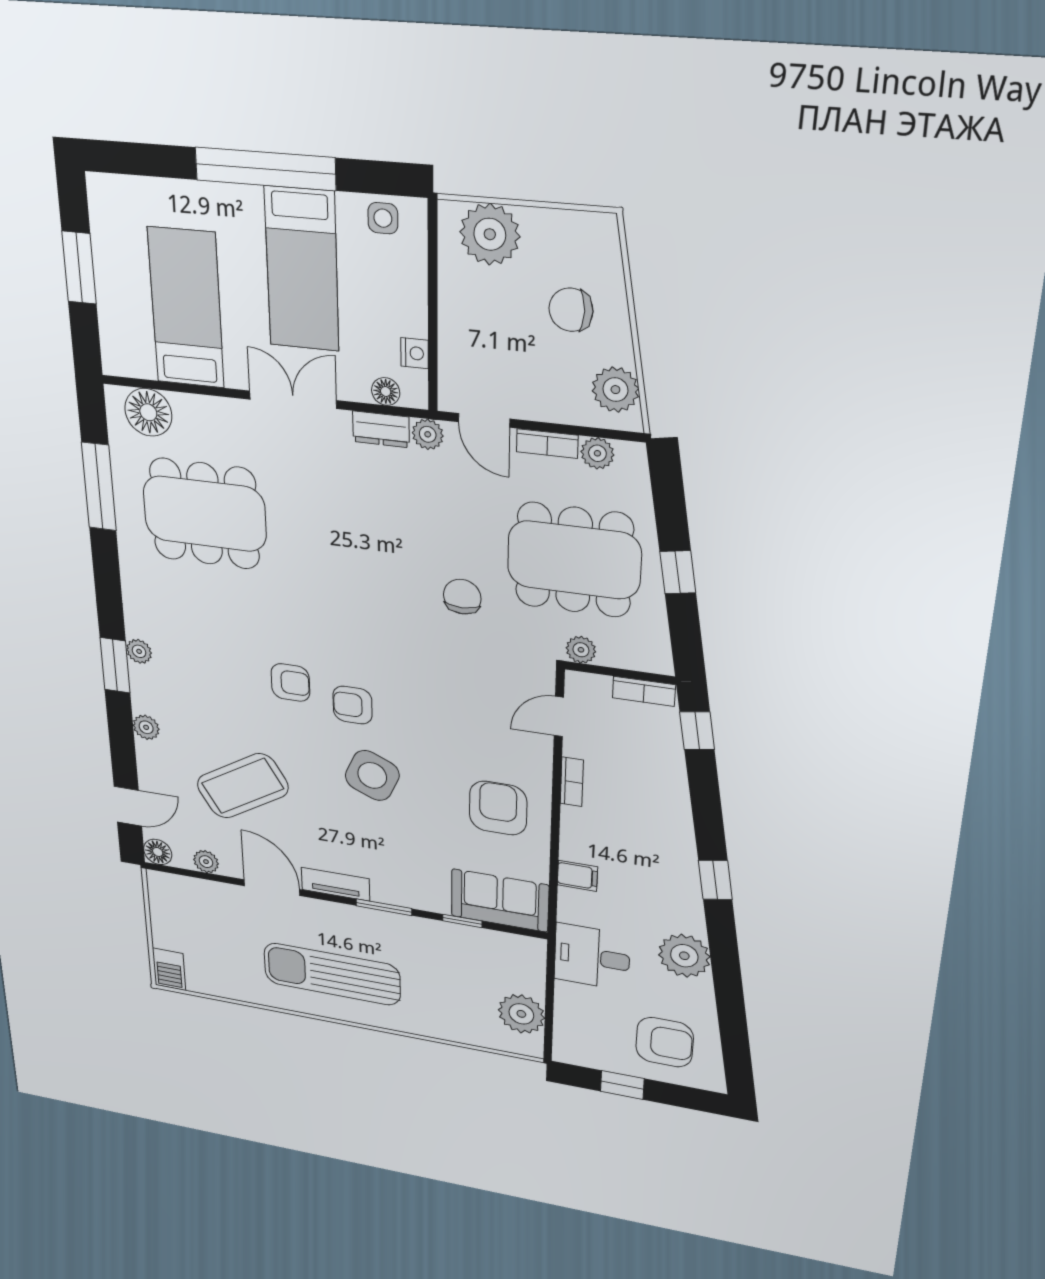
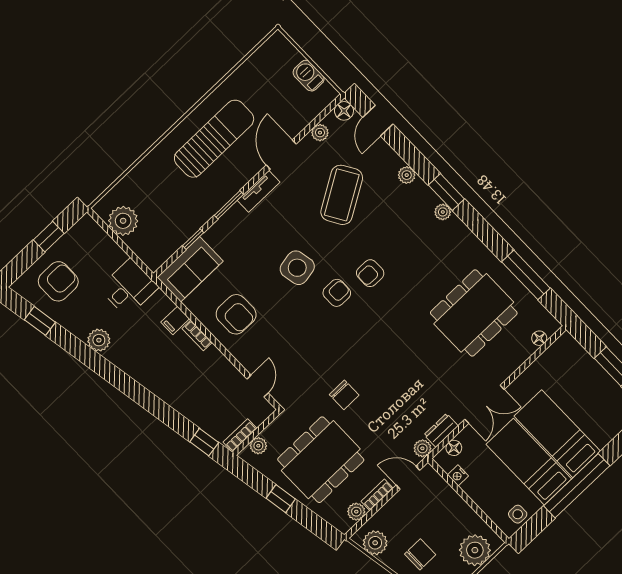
bed: (186, 308) -> (557, 434), moved, turned 180
floor lamp: (148, 412) -> (539, 338), width x0.53, depth x0.53
plant: (581, 650) -> (258, 446), moved
side table: (372, 775) -> (297, 268), turned -35
bookcase: (572, 782) -> (197, 335), moved
window: (715, 880) -> (40, 321), moved
door: (272, 888) -> (281, 155), swing flipped
plant: (684, 956) -> (99, 340), width x0.73, depth x0.73
barbecue: (169, 969) -> (309, 76), moved
armchair: (665, 1042) -> (58, 281), turned 180

